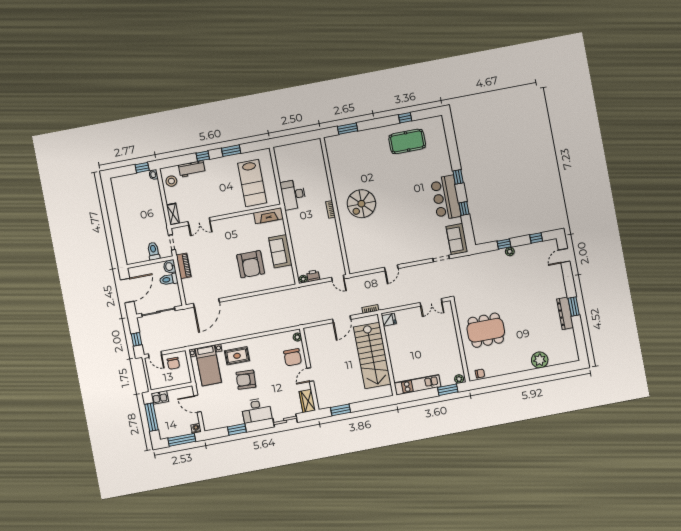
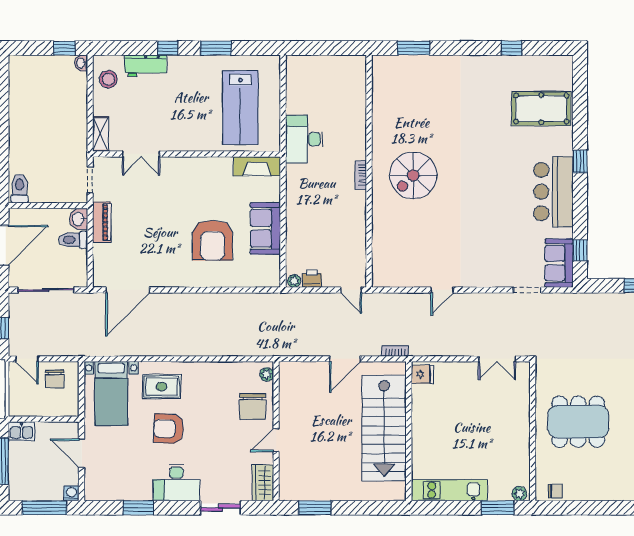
pool table: (407, 141) -> (541, 109), moved
window: (464, 209) -> (580, 250), moved
toilet: (153, 251) -> (20, 189), moved

